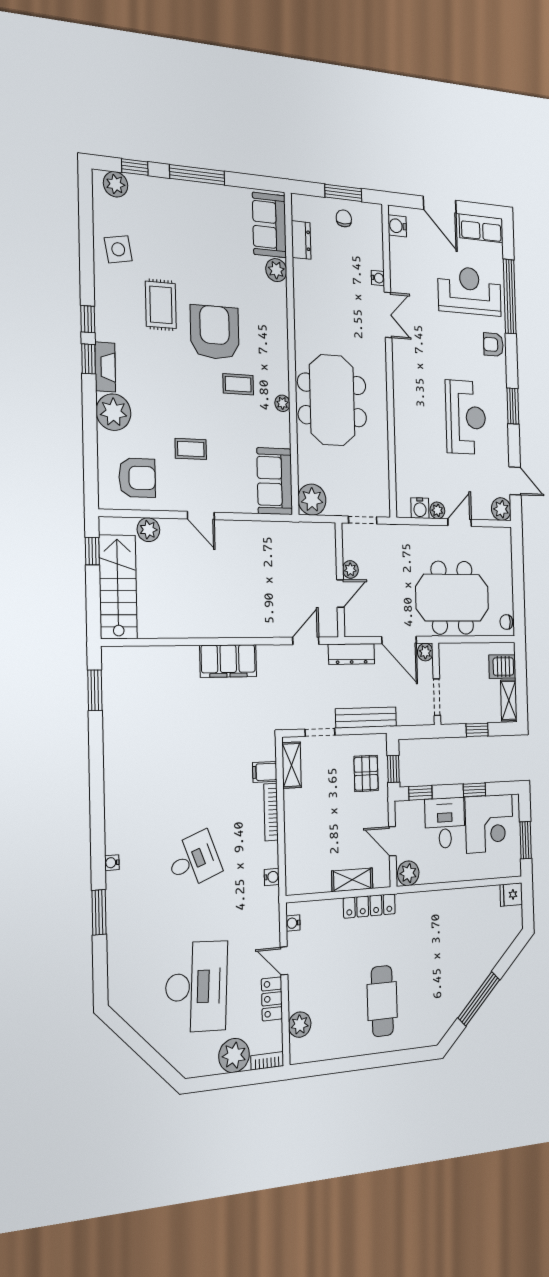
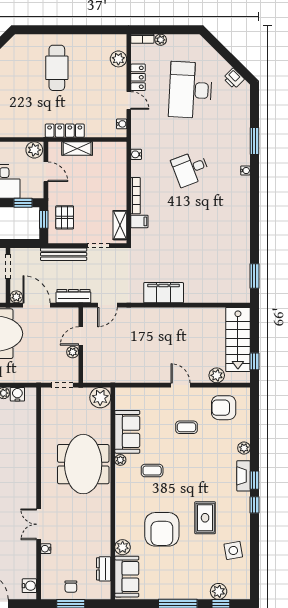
plant: (116, 184) -> (219, 591), moved
armchair: (215, 332) -> (162, 529), moved
plant: (113, 412) -> (244, 448), width x0.53, depth x0.53
sofa: (275, 481) -> (127, 432), moved
printer: (133, 1012) -> (234, 79), added
plant: (234, 1055) -> (161, 40), width x0.53, depth x0.53

